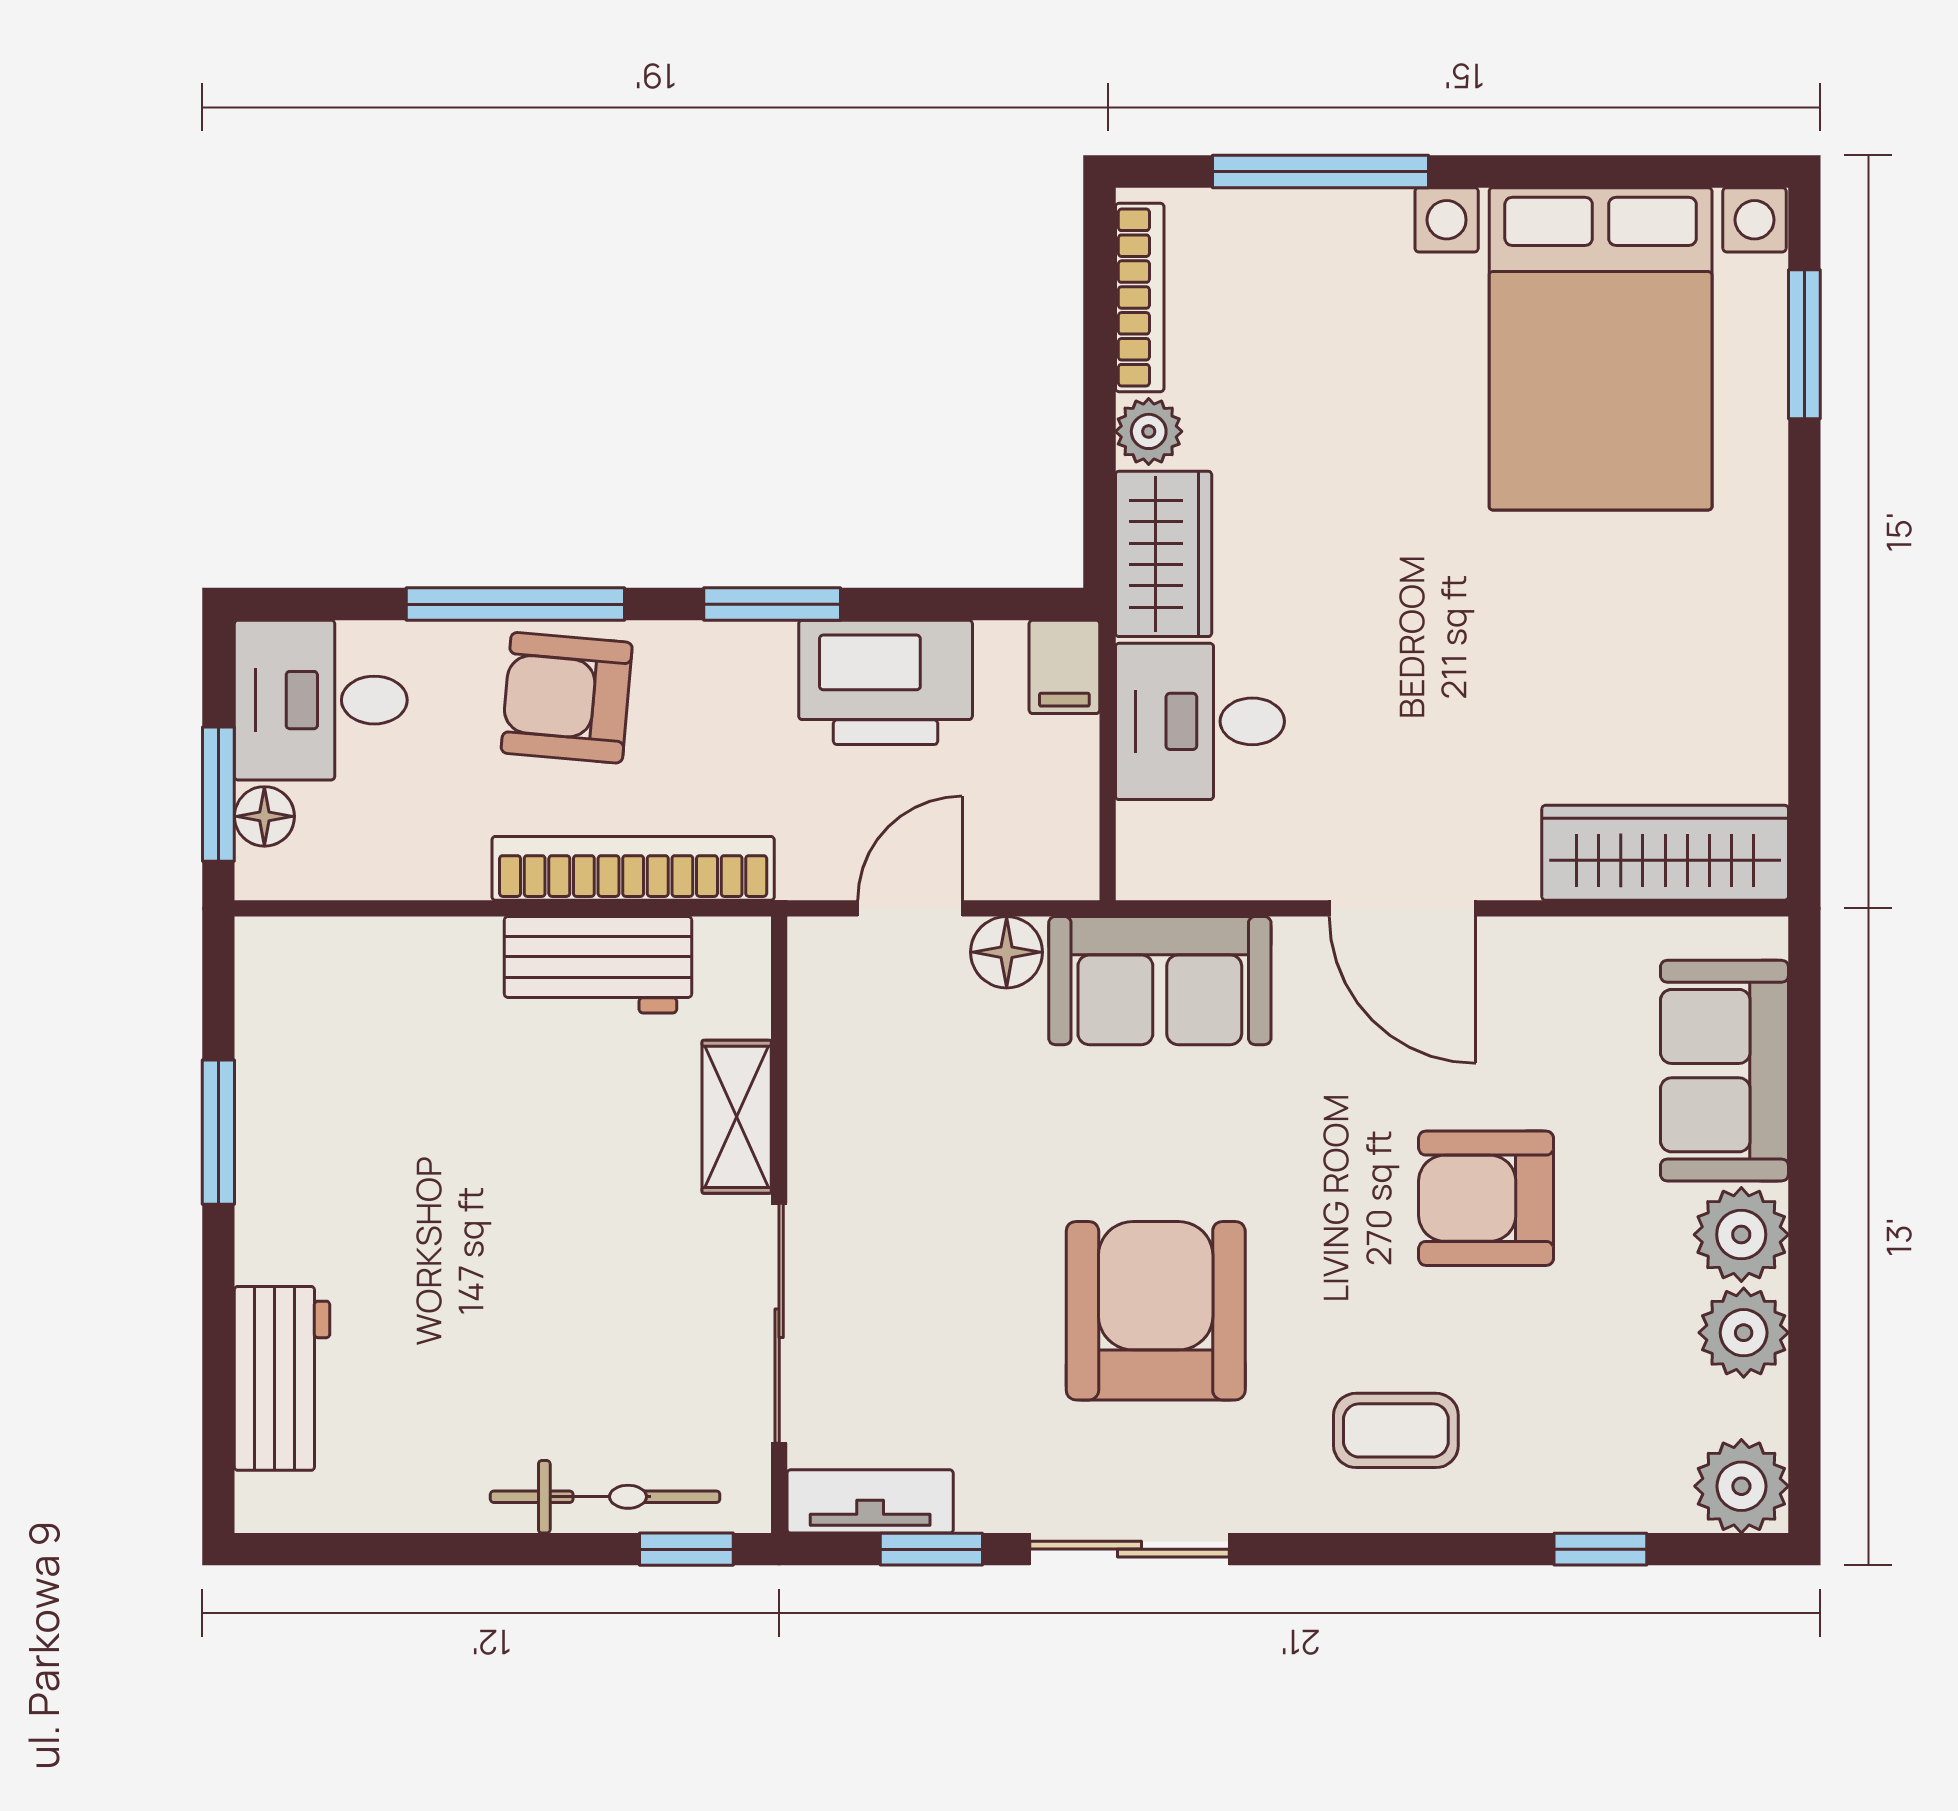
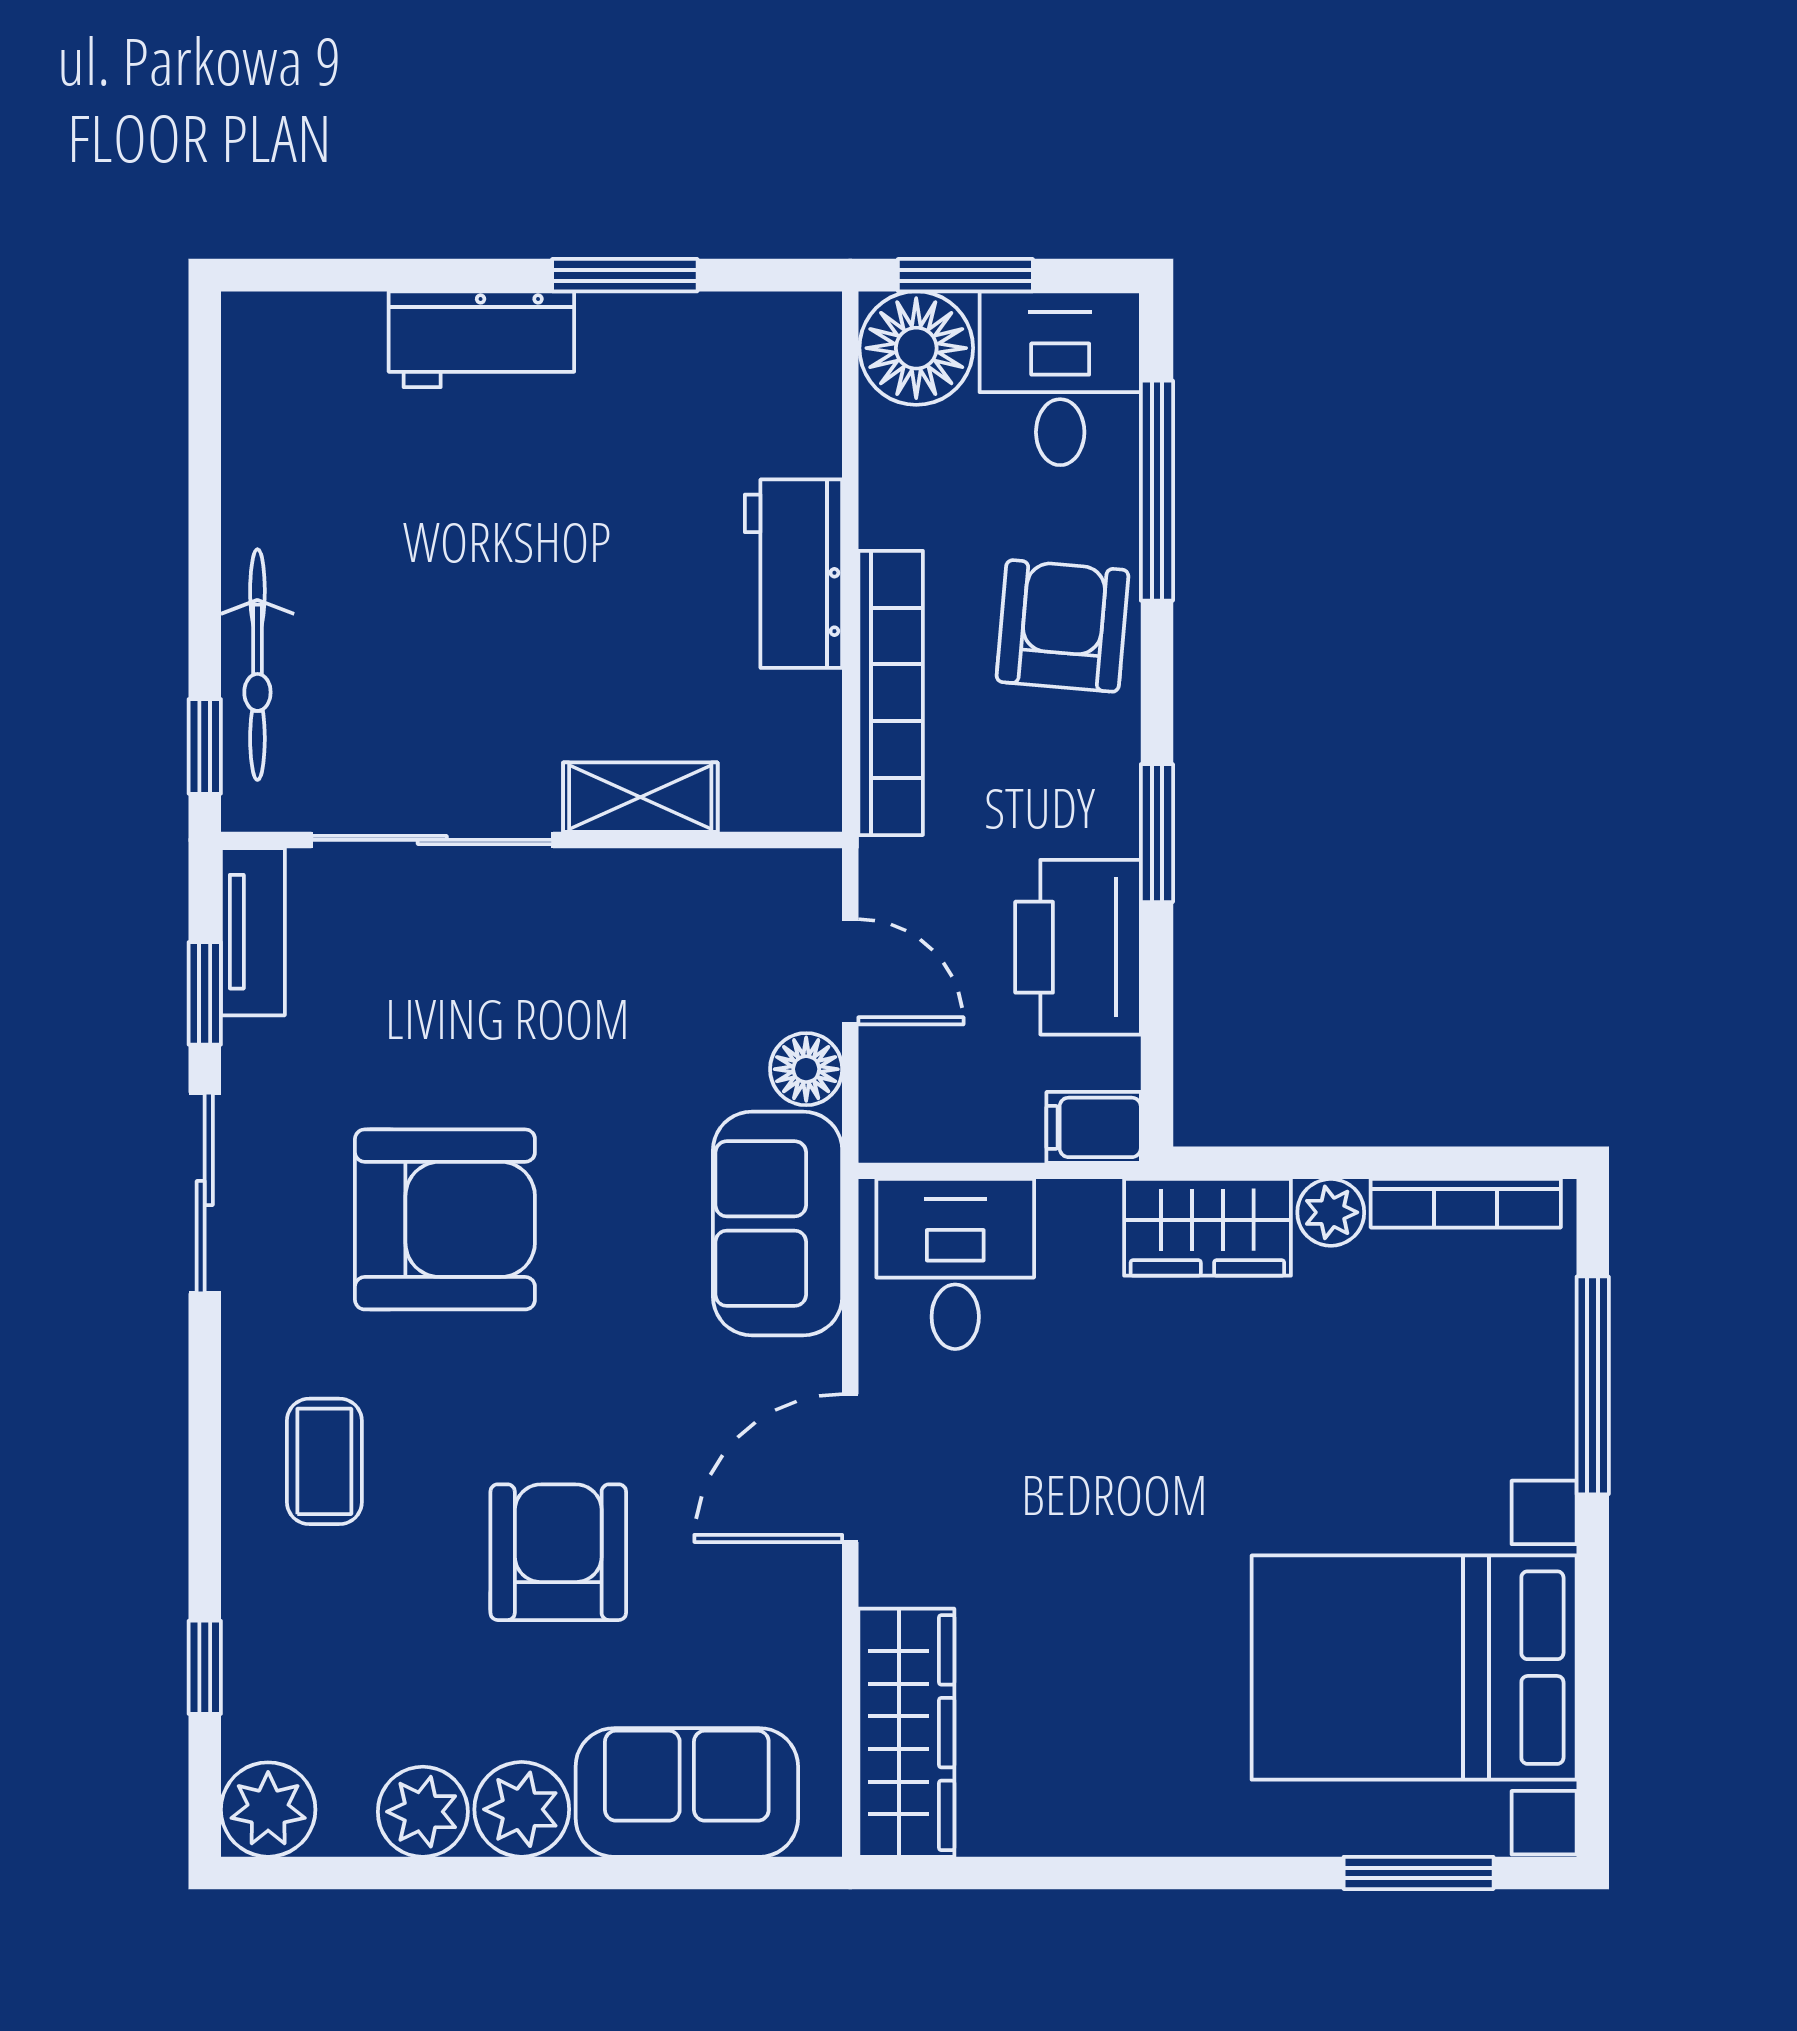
window: (515, 604) -> (1157, 491), moved
desk: (1200, 721) -> (955, 1264), moved
floor lamp: (264, 816) -> (916, 348), width x1.89, depth x1.89
workbench: (598, 965) -> (794, 574), moved
workbench: (282, 1378) -> (481, 339), moved

